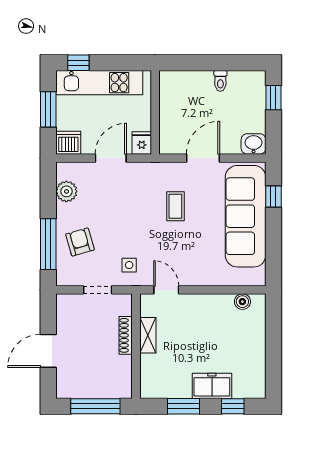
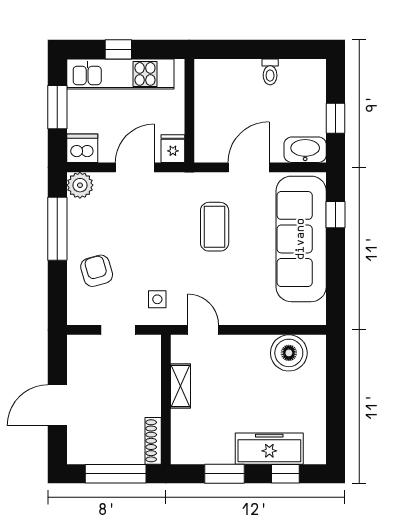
window: (78, 63) -> (118, 49), moved
window: (273, 98) -> (336, 118), moved
washbasin: (254, 144) -> (305, 150), width x1.38
plant: (66, 191) -> (80, 185), moved
coffee table: (175, 206) -> (215, 227), width x1.36, depth x1.30
window: (48, 244) -> (57, 229), moved
boiler: (242, 302) -> (289, 353), width x1.86, depth x1.86
shoe rack: (126, 335) -> (153, 441), moved
freezer: (212, 386) -> (269, 449), width x1.40

